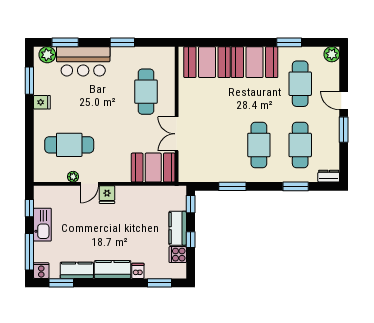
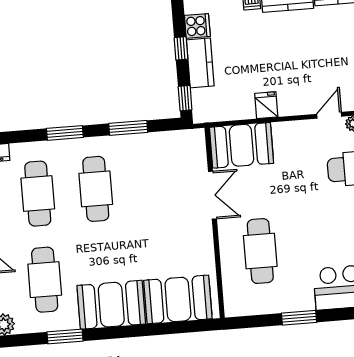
window: (296, 186) -> (65, 133), moved
fridge: (107, 195) -> (266, 105), moved

